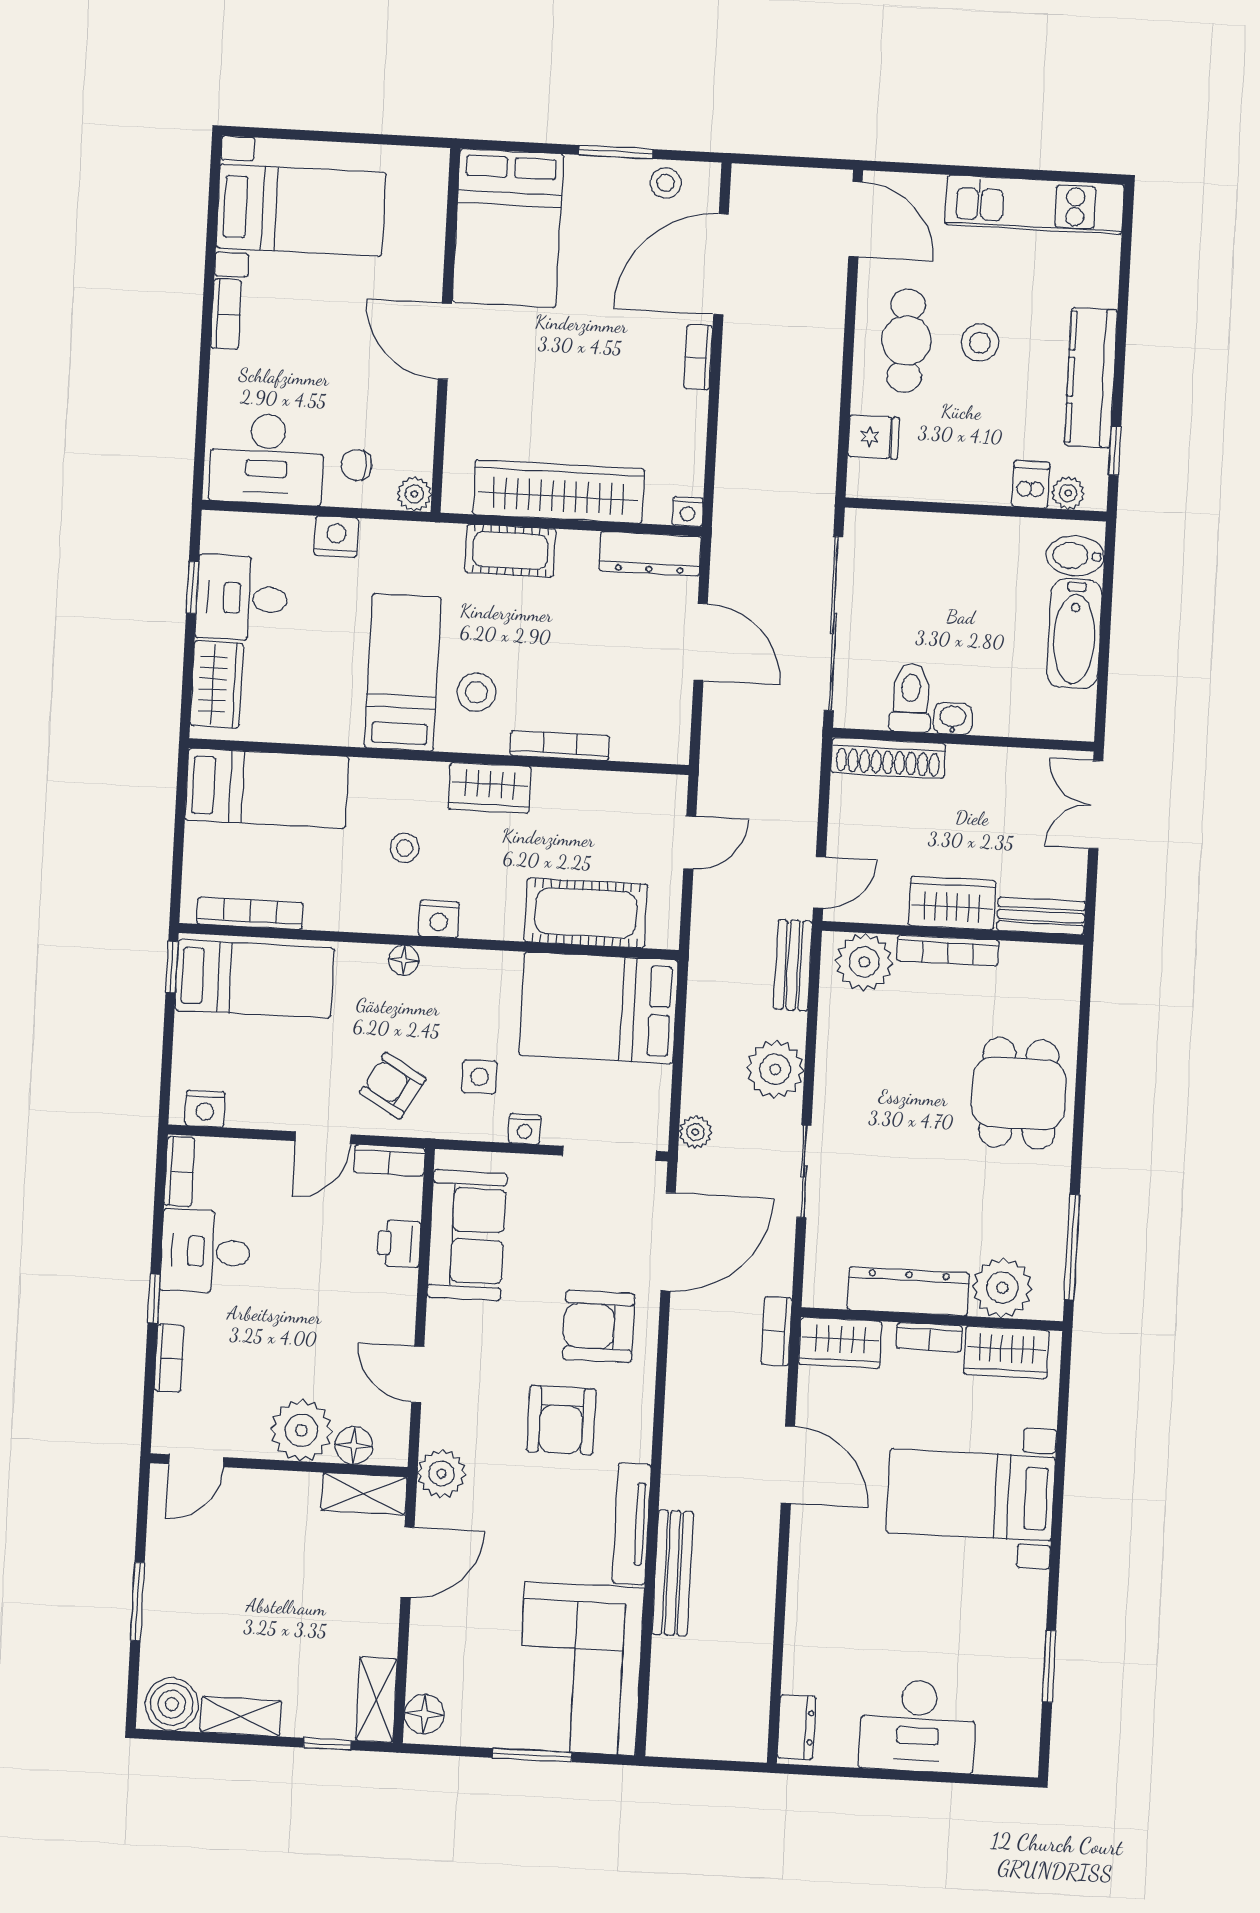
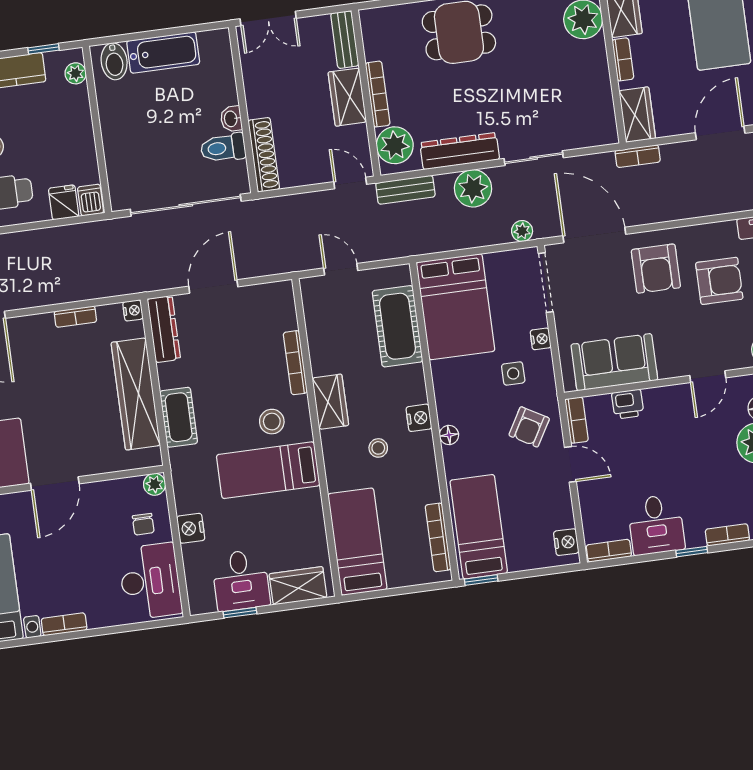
bookcase: (698, 357) -> (75, 317), moved
dishwasher: (1031, 484) -> (91, 200), moved, turned 90
dresser: (908, 1291) -> (460, 151), moved, turned 90

